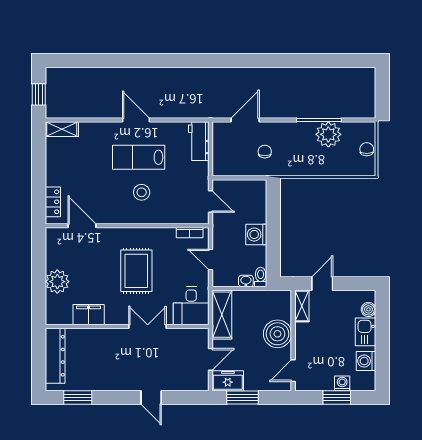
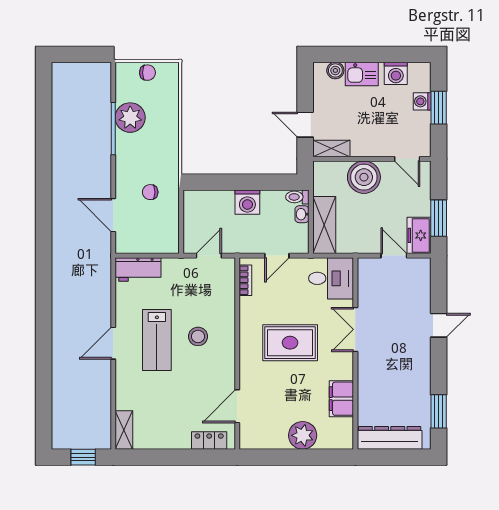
chair: (367, 149) -> (147, 73), turned 180
shelving: (222, 315) -> (324, 225), moved, turned 90

